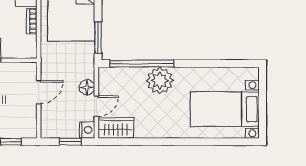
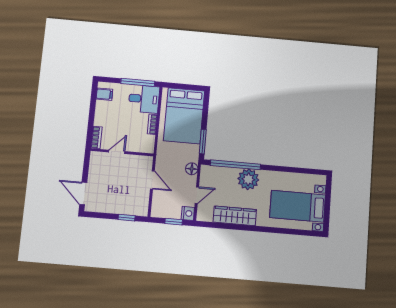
floor lamp: (87, 87) -> (192, 169), moved
door: (39, 92) -> (152, 180), hinge flipped
wardrobe: (116, 128) -> (235, 216), moved, width x1.50

